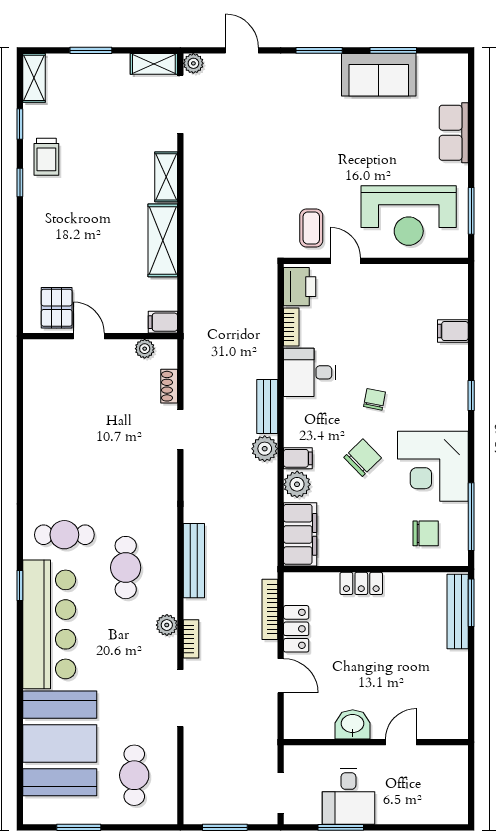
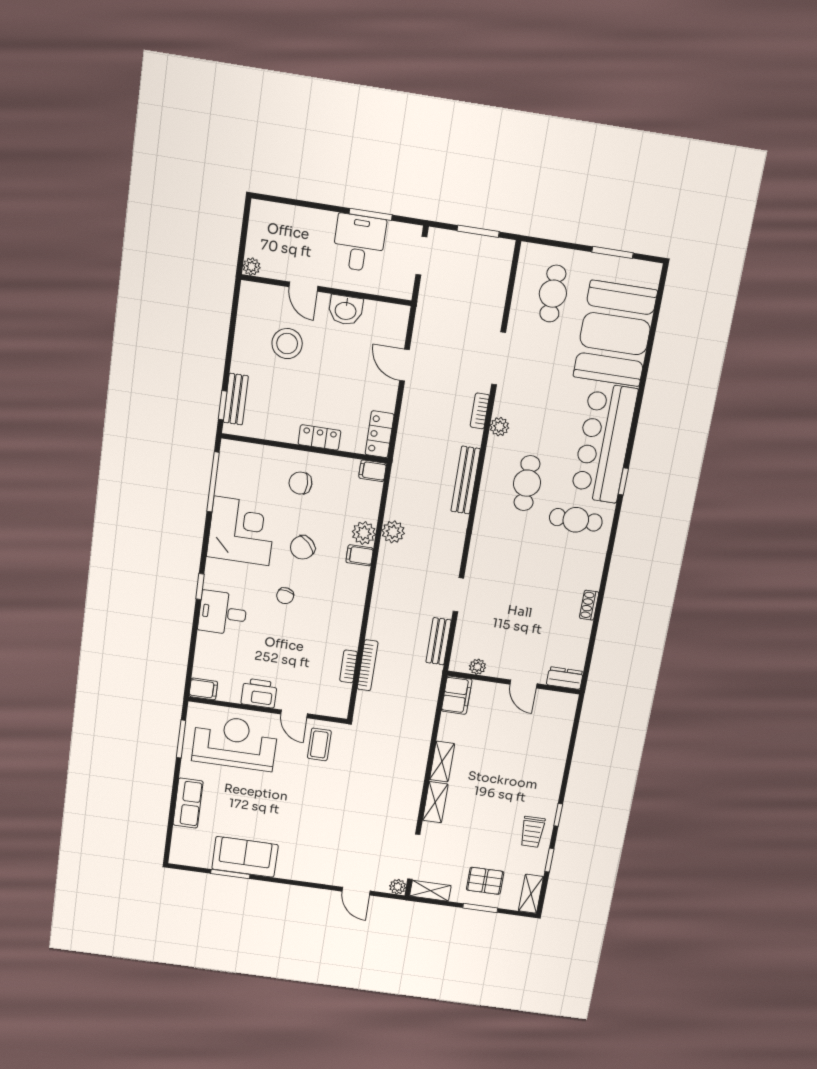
window: (319, 50) -> (292, 882), removed
trolley: (46, 157) -> (532, 832), turned 180
shelving: (163, 240) -> (442, 762), width x0.67, depth x0.75
printer: (300, 287) -> (259, 693), moved, turned 90
pallet: (57, 308) -> (485, 881), moved, turned 90
filing cabinet: (163, 322) -> (457, 695), width x2.00
filing cabinet: (453, 331) -> (203, 689), moved
dresser: (43, 350) -> (565, 678), added
desk: (310, 372) -> (223, 613), moved, turned 180
shoe rack: (169, 386) -> (589, 605), moved, turned 180
bench: (267, 406) -> (439, 641), moved
plant: (265, 449) -> (393, 532), moved
chair: (426, 533) -> (300, 483), moved
filing cabinet: (300, 534) -> (373, 471), width x0.33, depth x0.86
window: (471, 603) -> (223, 405), width x0.67
bookcase: (270, 609) -> (368, 665), moved
bench: (458, 611) -> (236, 399), width x0.73
locker: (296, 629) -> (380, 434), moved
stool: (410, 680) -> (287, 344), added
door: (401, 742) -> (303, 287), hinge flipped
plant: (459, 755) -> (252, 267), added

